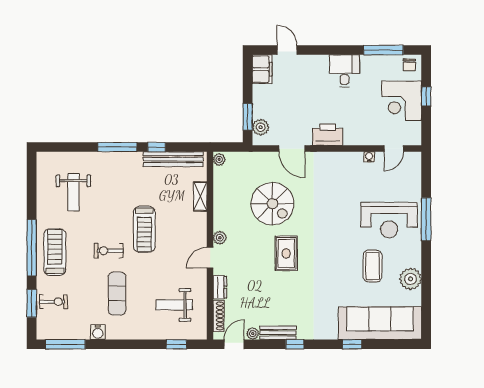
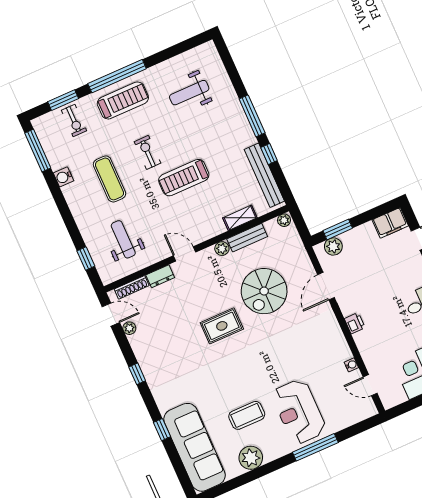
printer: (328, 135) -> (355, 323), width x0.53, depth x0.68
plant: (220, 238) -> (222, 249), moved
exercise mat: (117, 294) -> (109, 179), turned 90
bench: (278, 333) -> (247, 238), moved, turned 90

